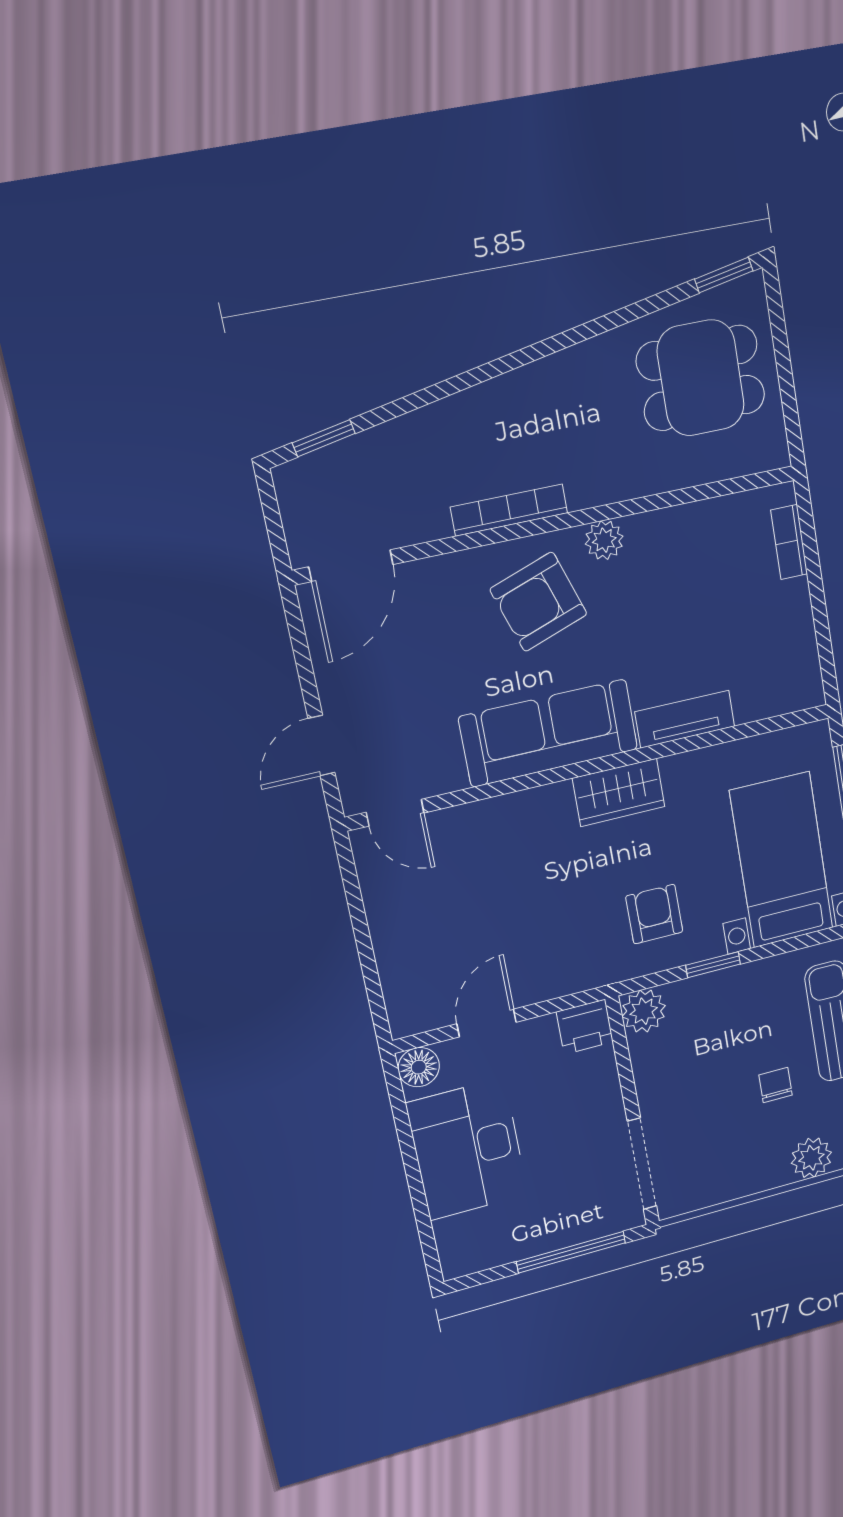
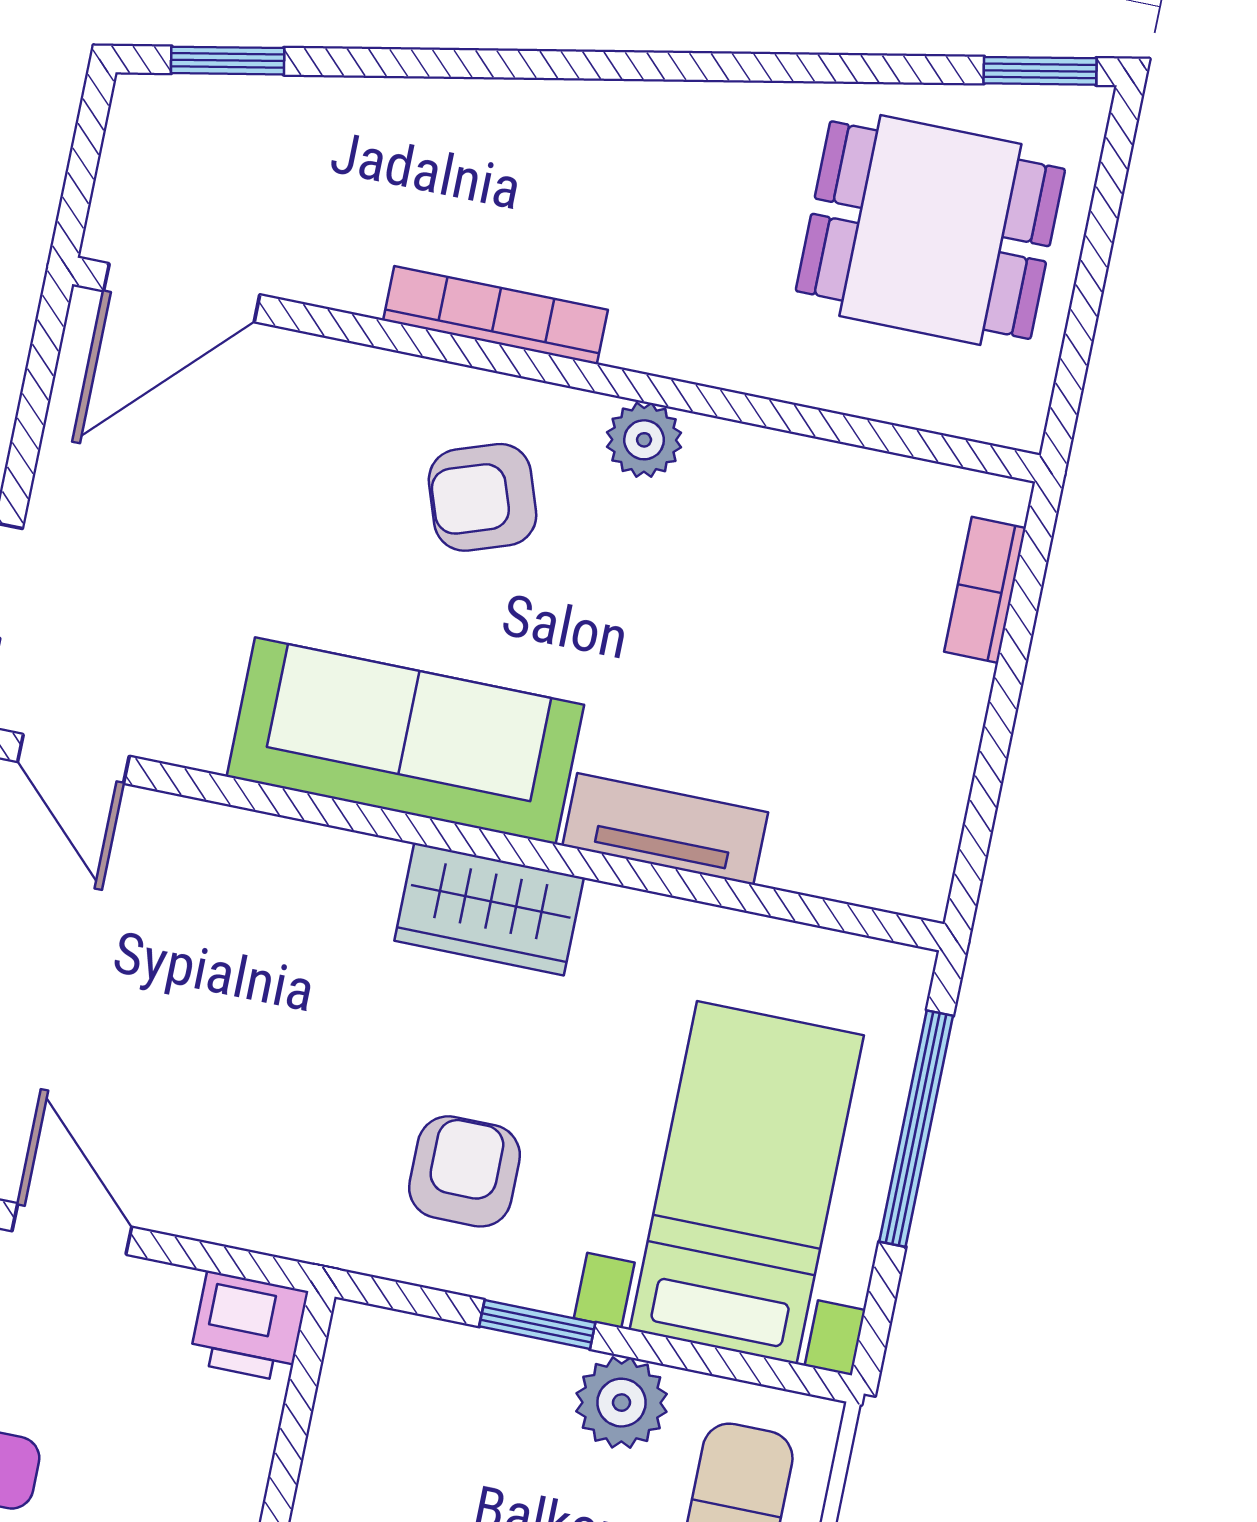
armchair: (539, 602) -> (483, 497), width x0.72, depth x0.72
plant: (644, 1011) -> (622, 1403), moved
door: (487, 1023) -> (72, 1229), hinge flipped

